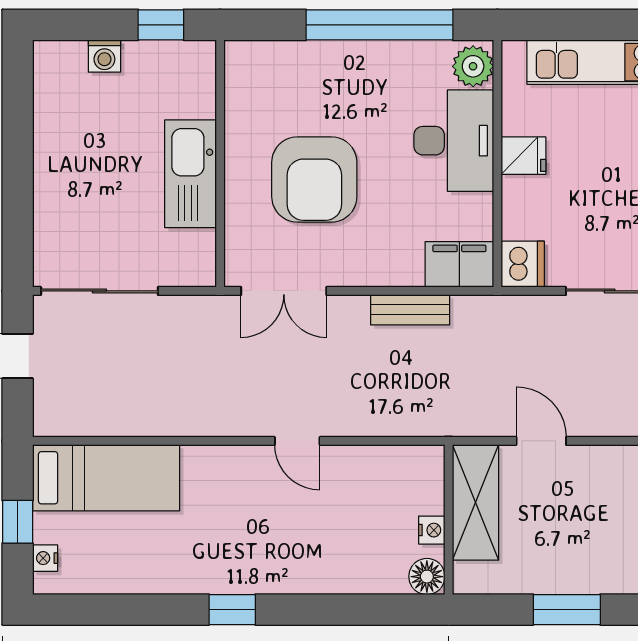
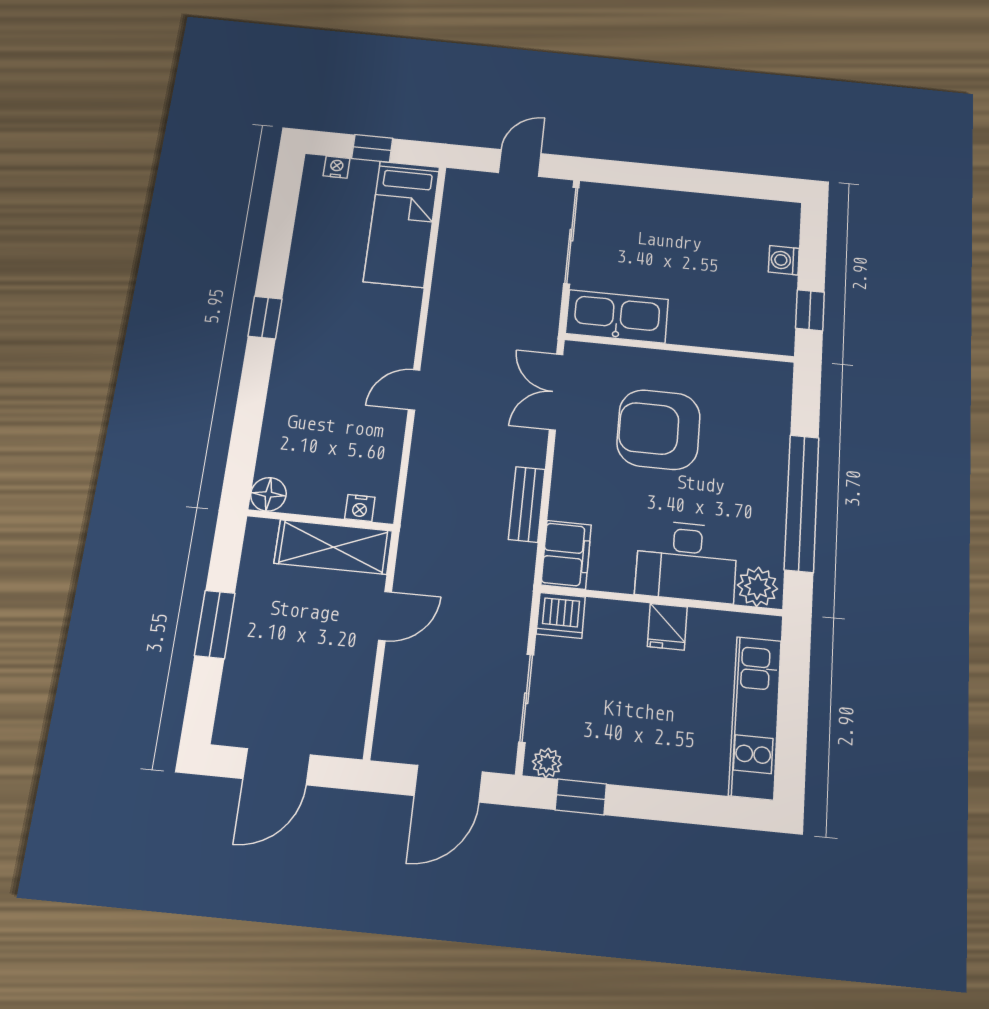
kitchen sink: (190, 174) -> (617, 316), moved
nightstand: (432, 530) -> (360, 508), moved

